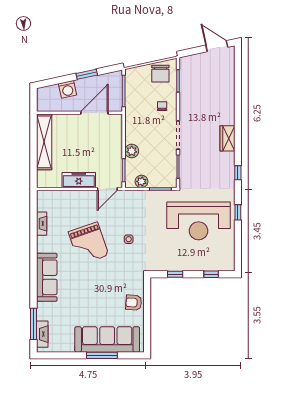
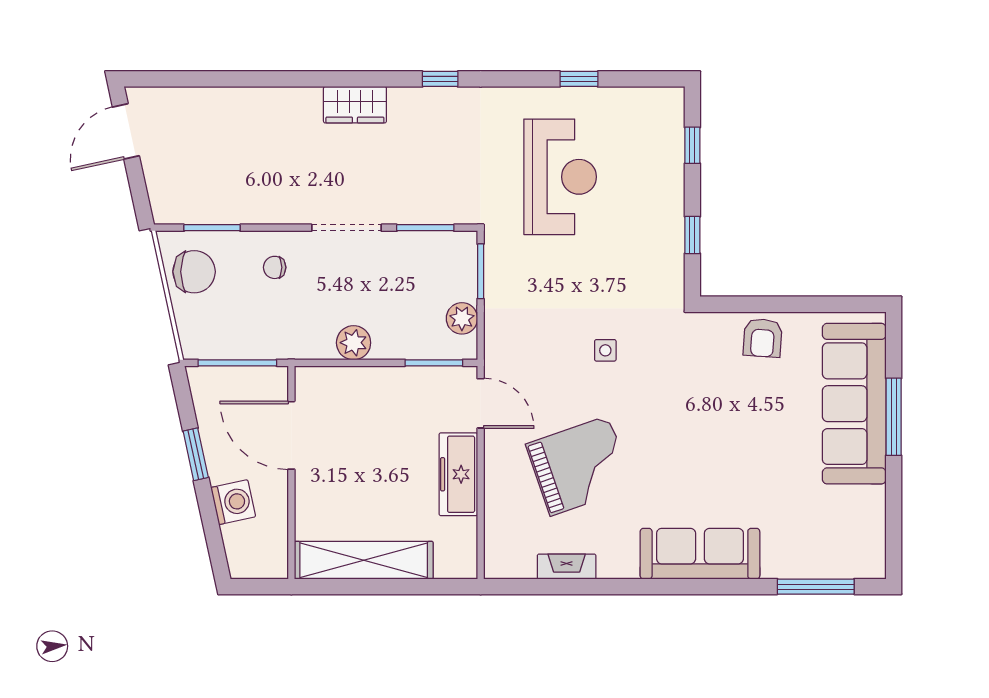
plant: (132, 151) -> (354, 343), moved
window: (238, 212) -> (579, 79), moved
reception desk: (199, 221) -> (560, 177), width x0.74, depth x0.77
grand piano: (89, 243) -> (579, 466), moved
fireplace: (42, 334) -> (841, 565), removed

